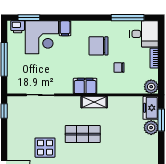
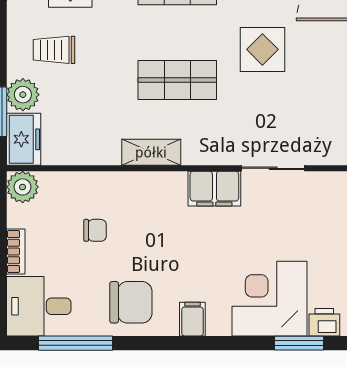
filing cabinet: (65, 28) -> (192, 319), moved
chair: (99, 46) -> (131, 302), moved
filing cabinet: (85, 86) -> (214, 189), moved
trolley: (137, 147) -> (54, 50), added

